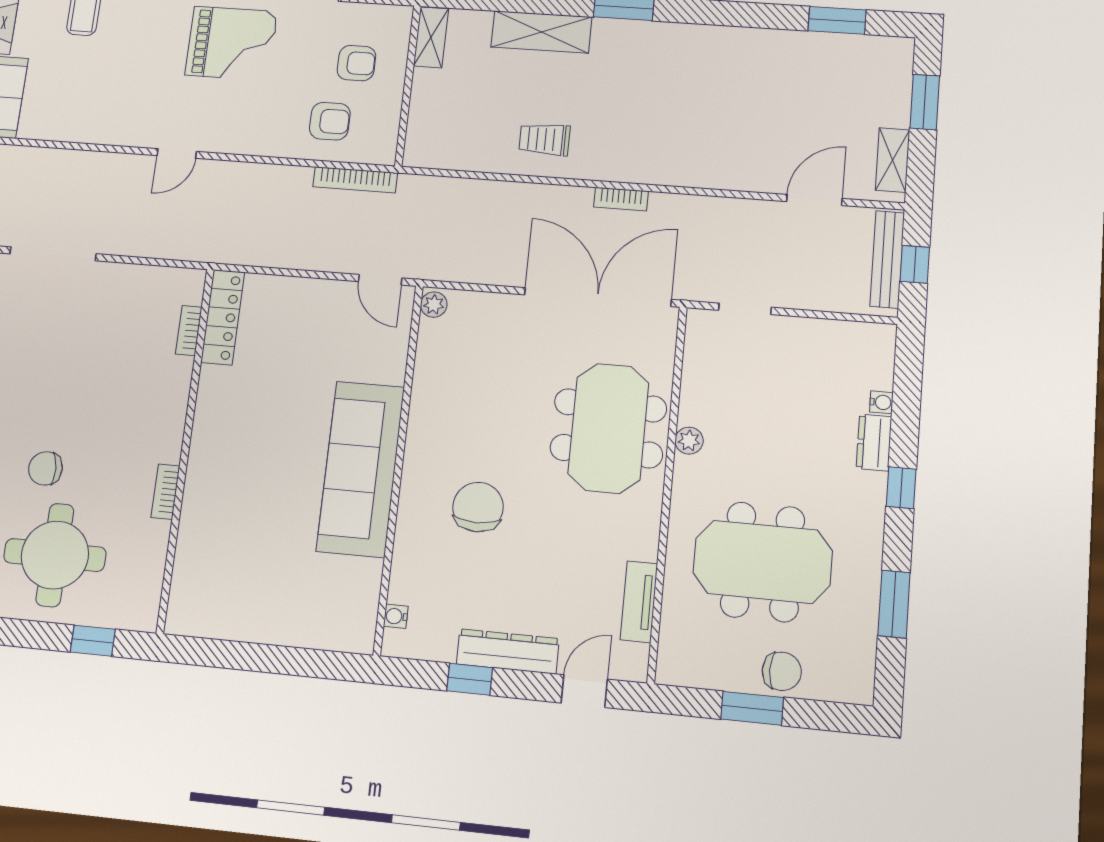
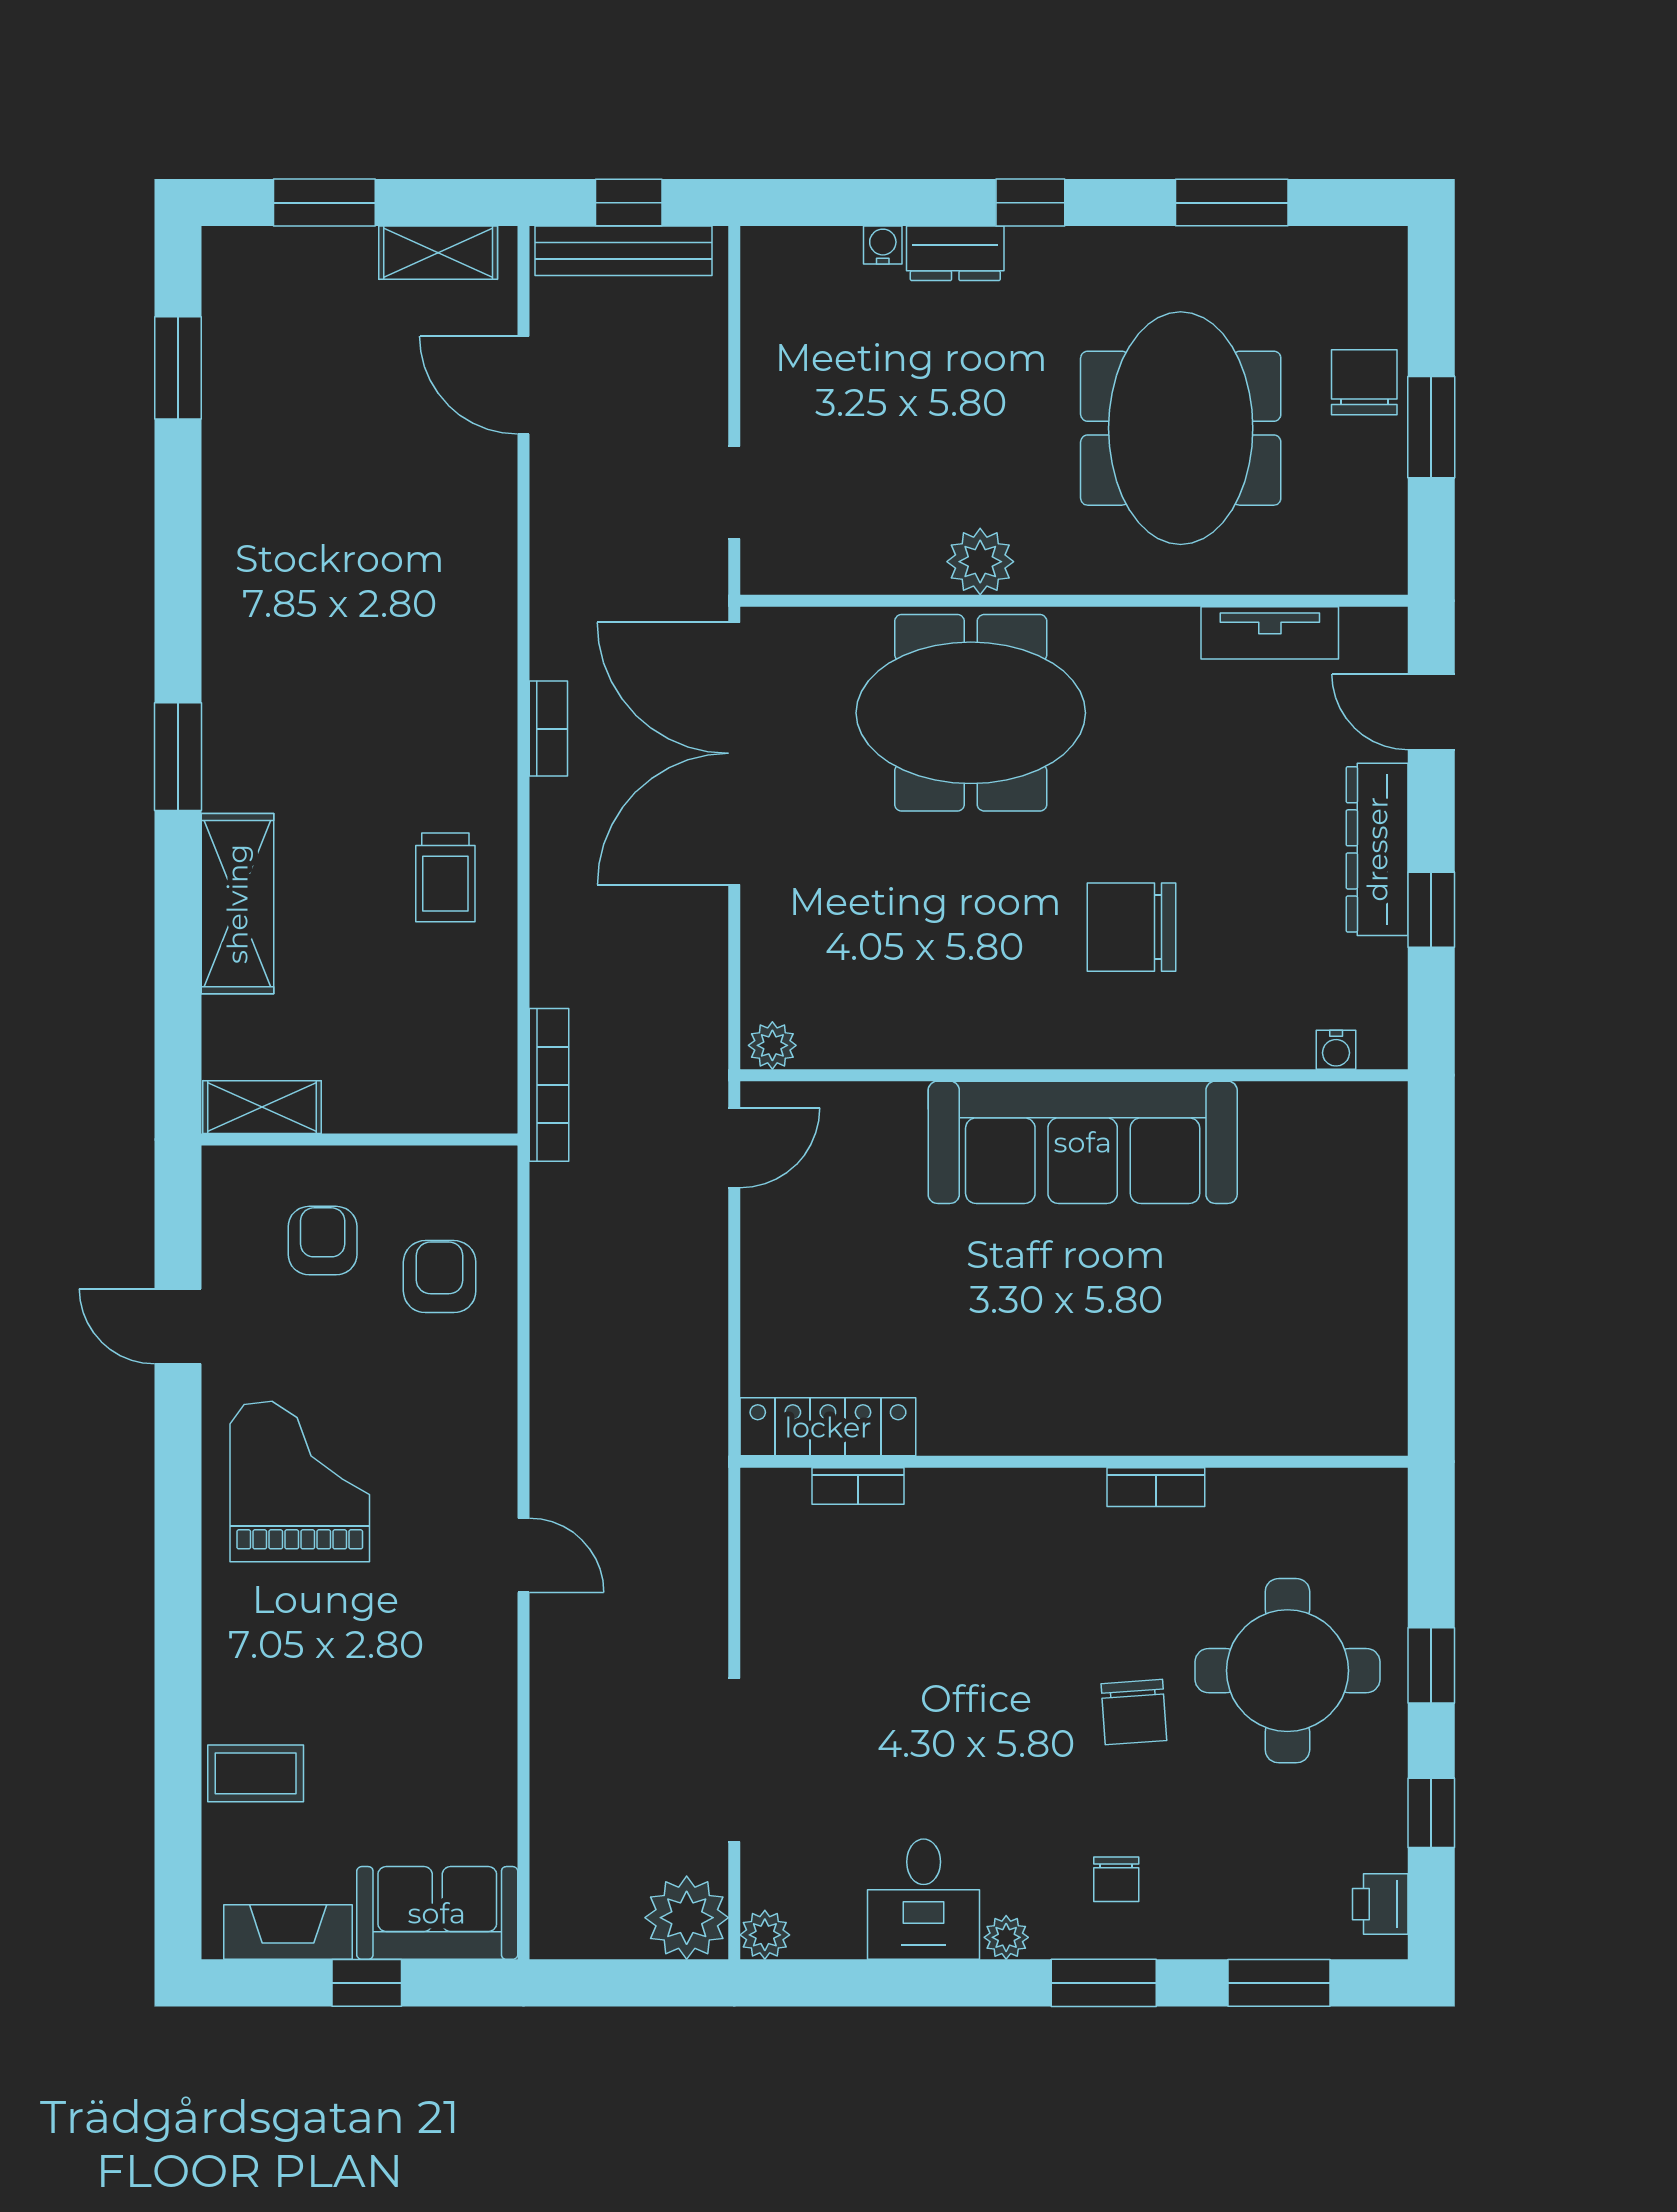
bookcase: (355, 180) -> (549, 1085), moved
plant: (689, 441) -> (980, 562), width x1.38, depth x1.38
window: (93, 641) -> (1431, 1665), moved

